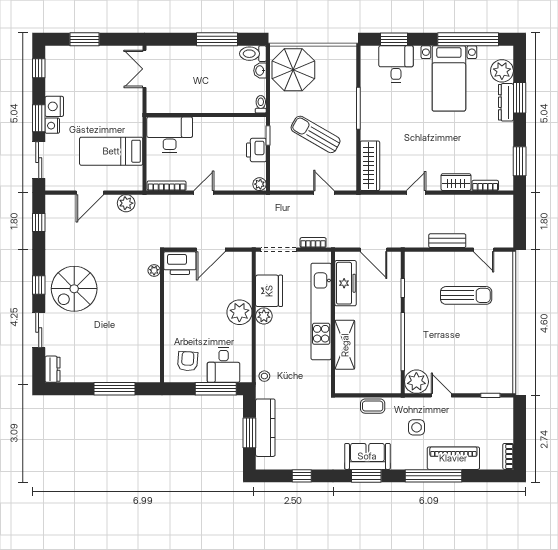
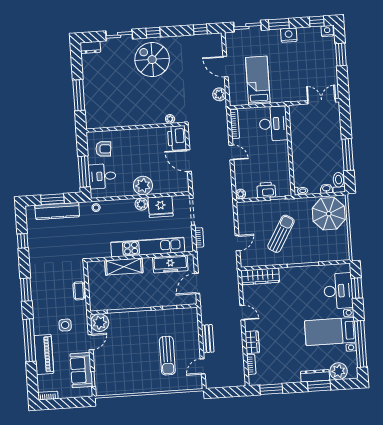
desk: (396, 64) -> (338, 291), width x1.37
nightstand: (52, 126) -> (327, 31), moved
sofa: (367, 456) -> (81, 370), moved, turned 180

